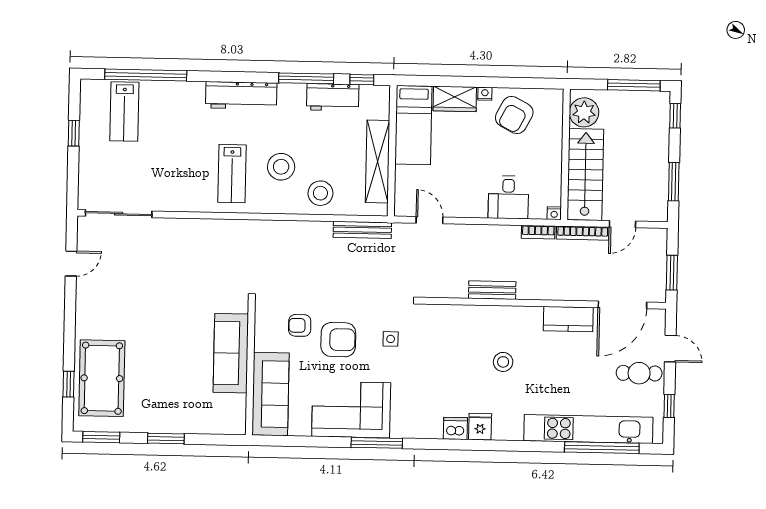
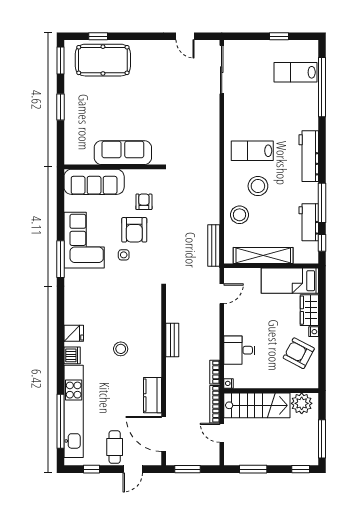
side table: (391, 339) -> (124, 255), moved
dishwasher: (455, 428) -> (72, 355), moved

